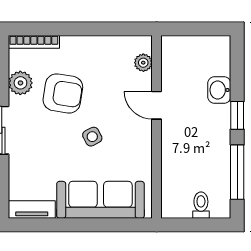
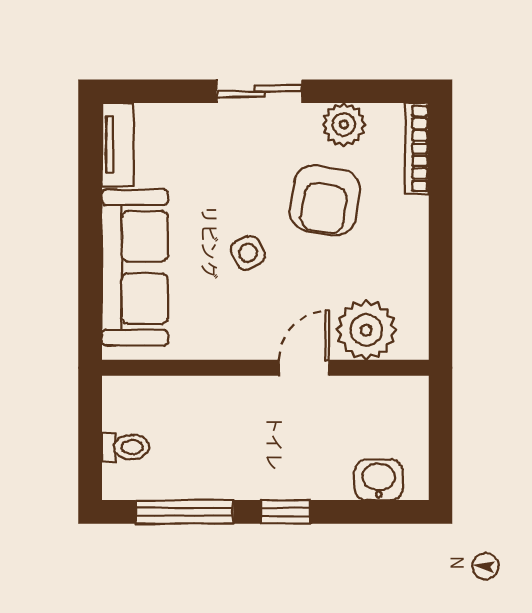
plant: (143, 63) -> (366, 330), width x1.87, depth x1.87
washbasin: (219, 90) -> (379, 480), moved

